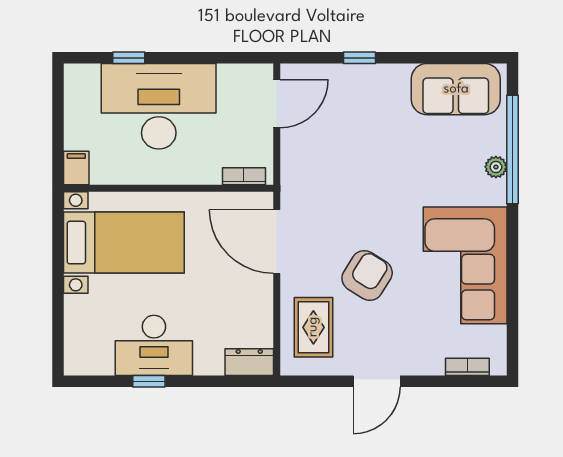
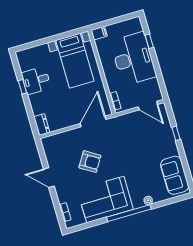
window: (512, 149) -> (129, 213), moved
rug: (313, 327) -> (63, 146), removed
desk: (154, 345) -> (36, 80), width x0.73

